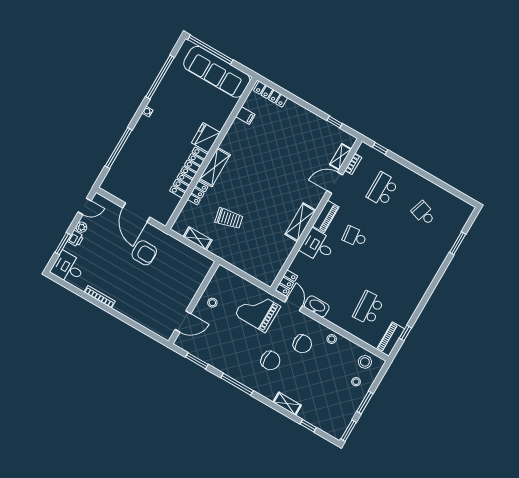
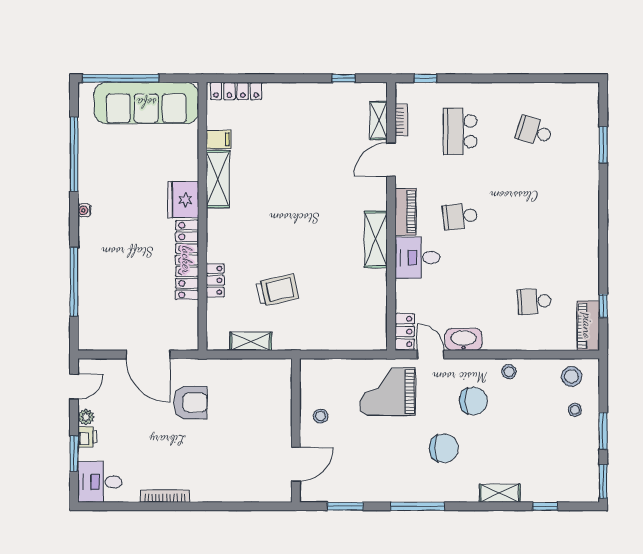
shelving: (215, 167) -> (218, 179), moved
school desk: (368, 308) -> (534, 301), width x0.54

